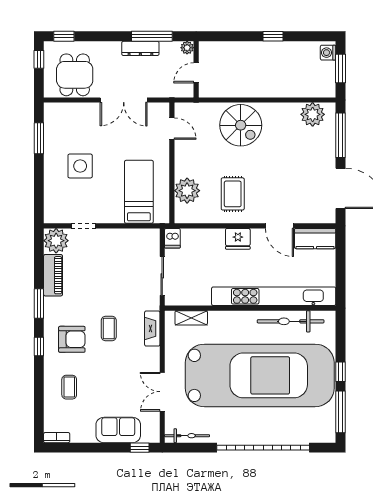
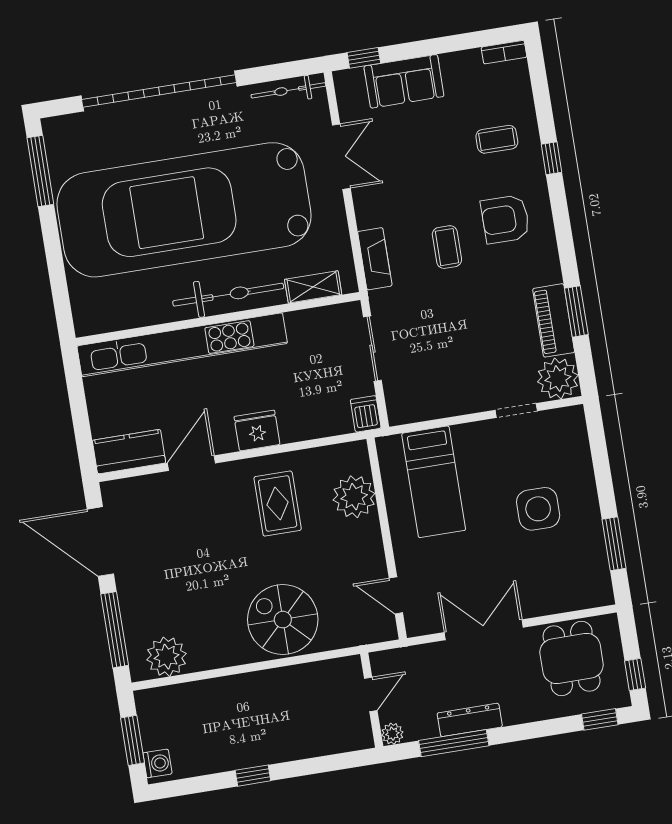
door: (279, 226) -> (191, 463), hinge flipped
window: (39, 304) -> (576, 311), moved
bicycle: (291, 321) -> (228, 295), moved
window: (39, 346) -> (551, 158), moved
window: (340, 372) -> (51, 238), removed
coffee table: (69, 387) -> (497, 139), turned 90

